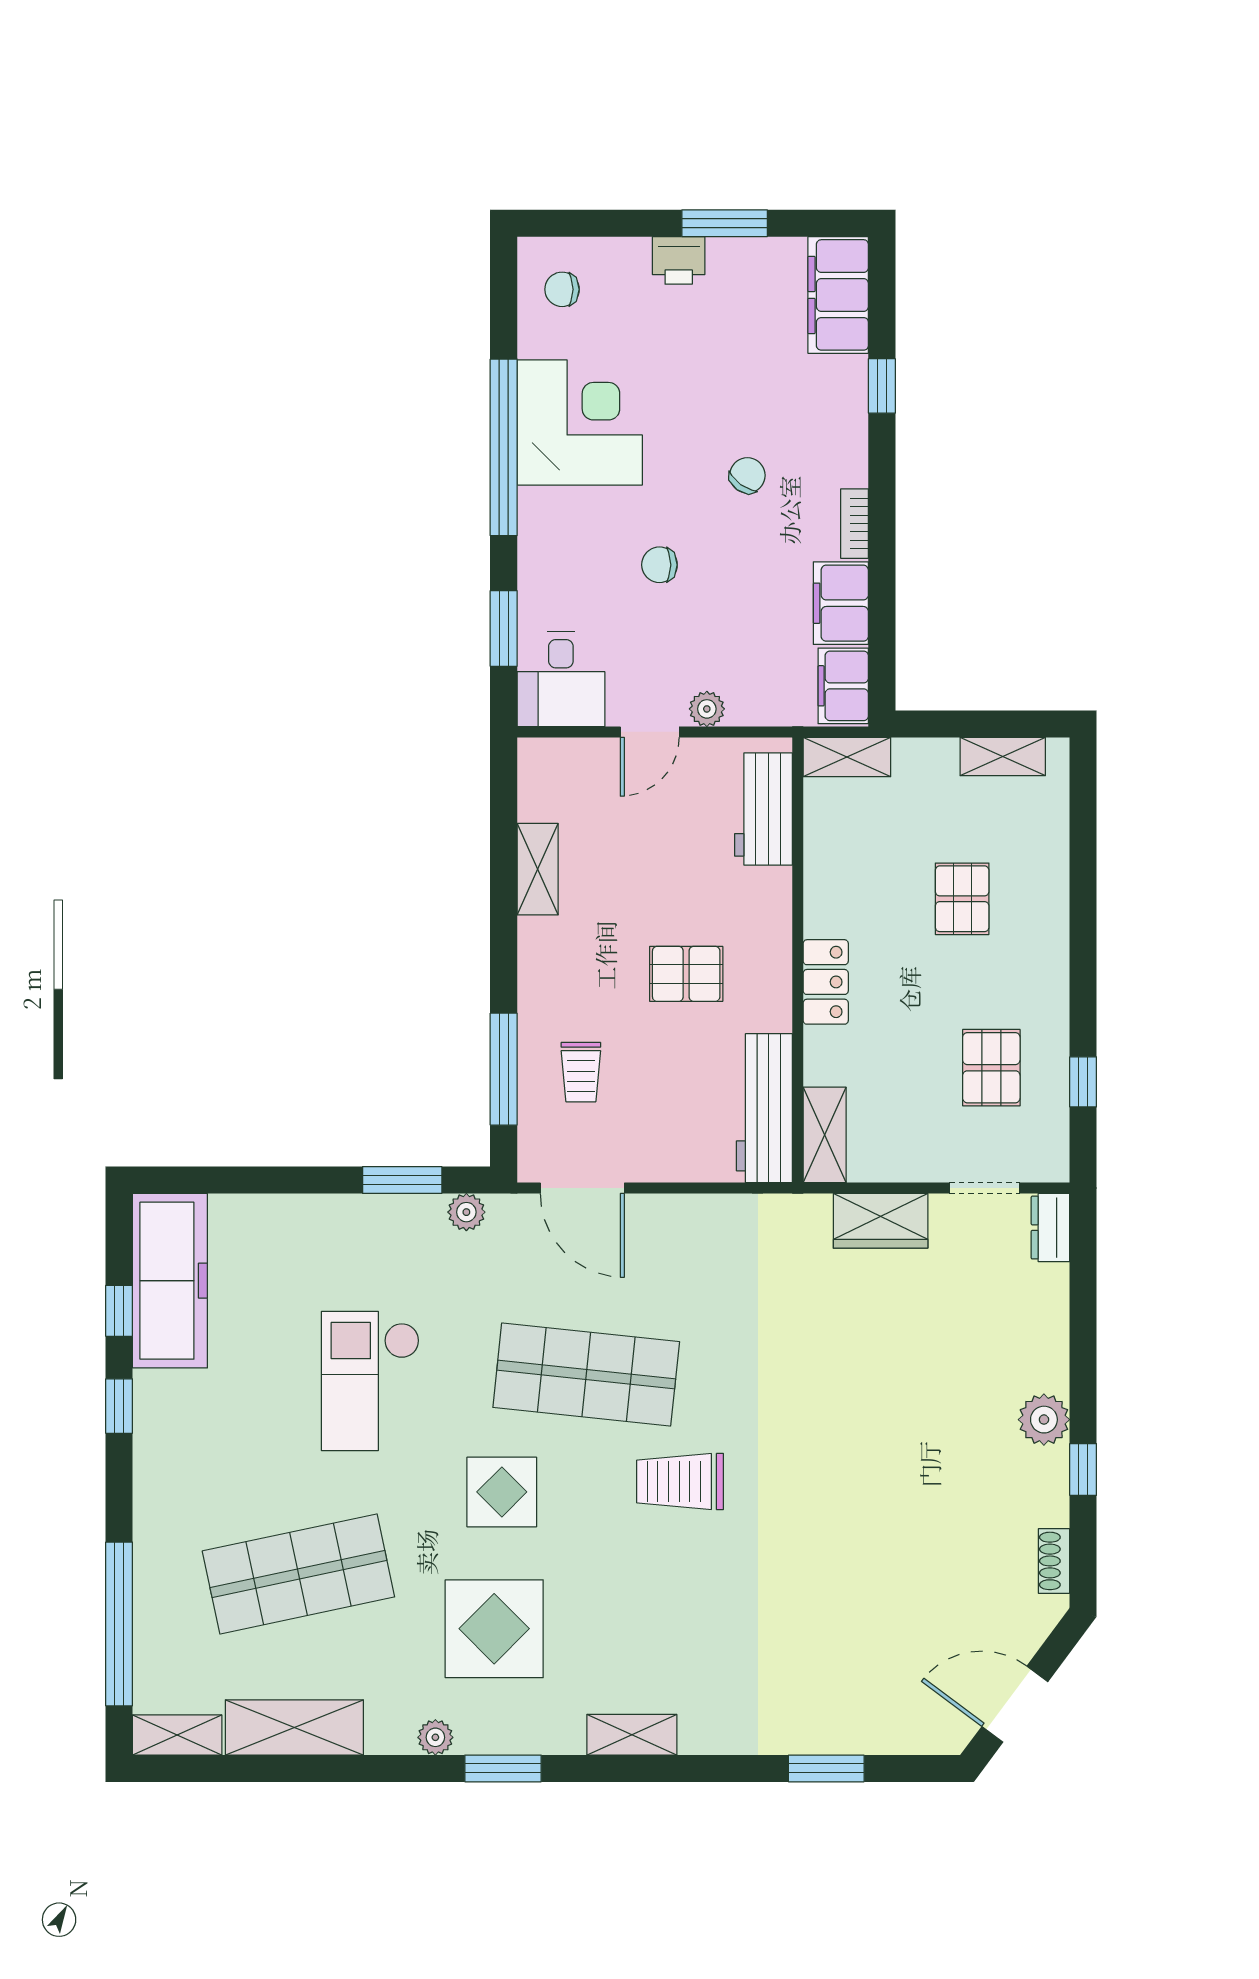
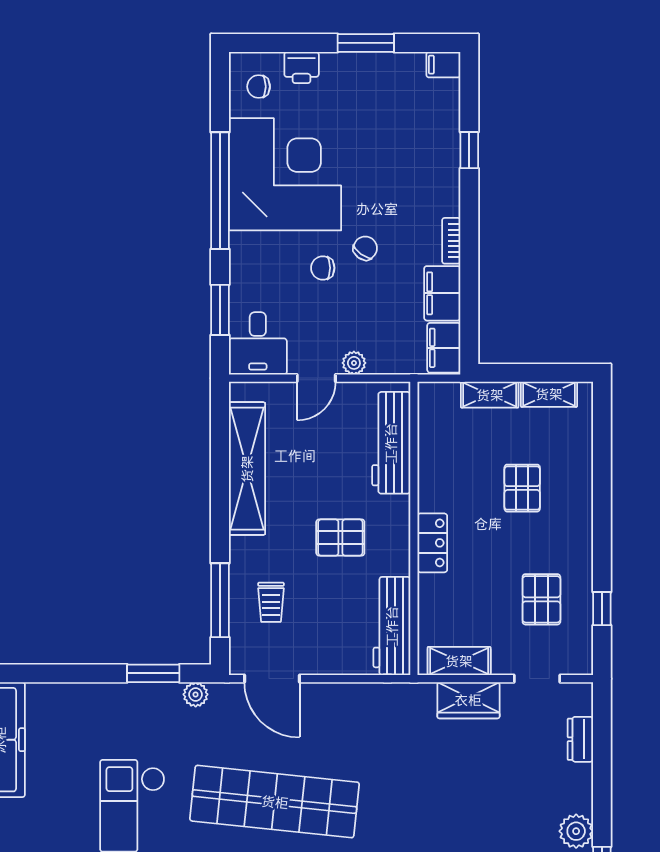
printer: (679, 260) -> (302, 67), moved
filing cabinet: (838, 295) -> (443, 65), width x0.33, depth x0.86
corner desk: (580, 422) -> (285, 174), width x1.36, depth x1.36
chair: (747, 475) -> (365, 248), moved
shelving: (847, 757) -> (490, 395), moved
workbench: (763, 809) -> (391, 443), width x1.38
shelving: (538, 869) -> (247, 469), width x2.20, depth x1.33
shelving: (825, 1135) -> (459, 661), moved, turned 90
dresser: (1050, 1228) -> (580, 739), moved
shop shelf: (586, 1375) -> (275, 802), width x1.40

